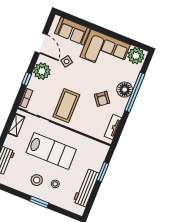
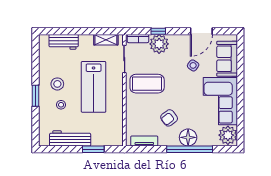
plant: (42, 71) -> (159, 44), moved

